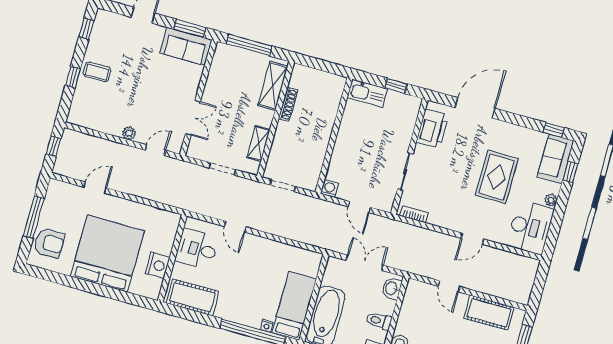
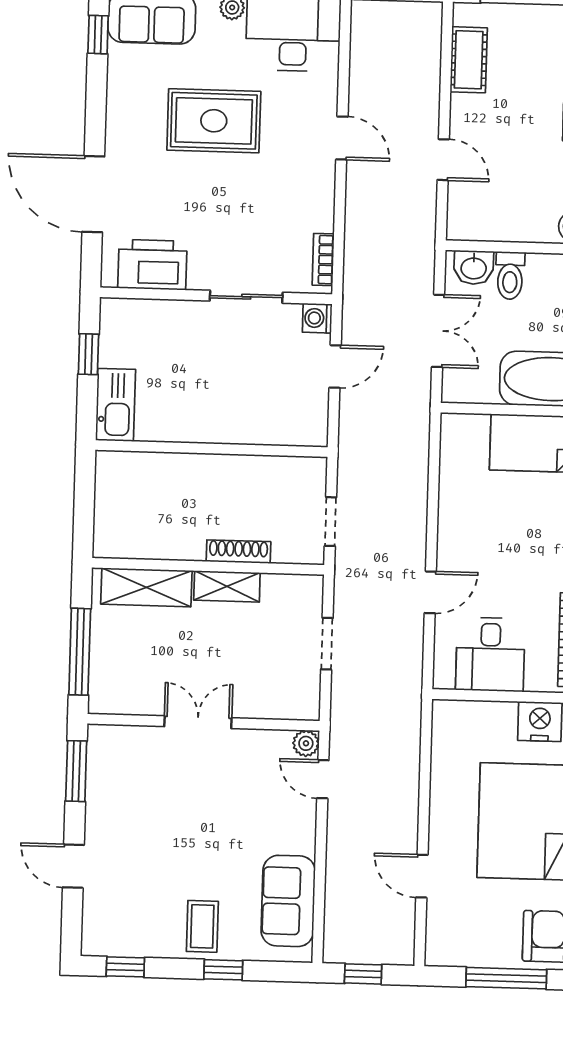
sofa: (186, 46) -> (288, 901), moved, turned 180
shoe rack: (288, 104) -> (238, 552), moved
double door: (193, 118) -> (198, 722), moved
plant: (129, 133) -> (306, 743), moved
shelving: (258, 143) -> (227, 586), moved
washing machine: (329, 188) -> (317, 318), moved
double door: (364, 263) -> (438, 331), swing flipped
door: (449, 286) -> (443, 160), hinge flipped
cot: (489, 313) -> (469, 60), width x0.73, depth x0.75
toilet: (379, 321) -> (510, 276), moved

